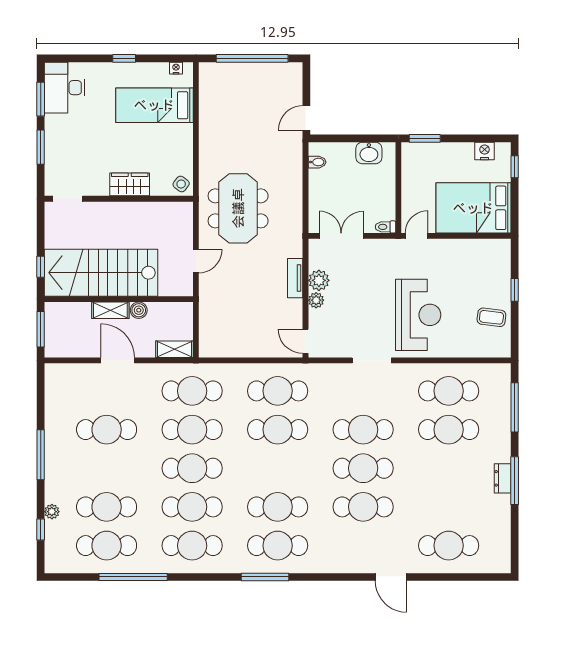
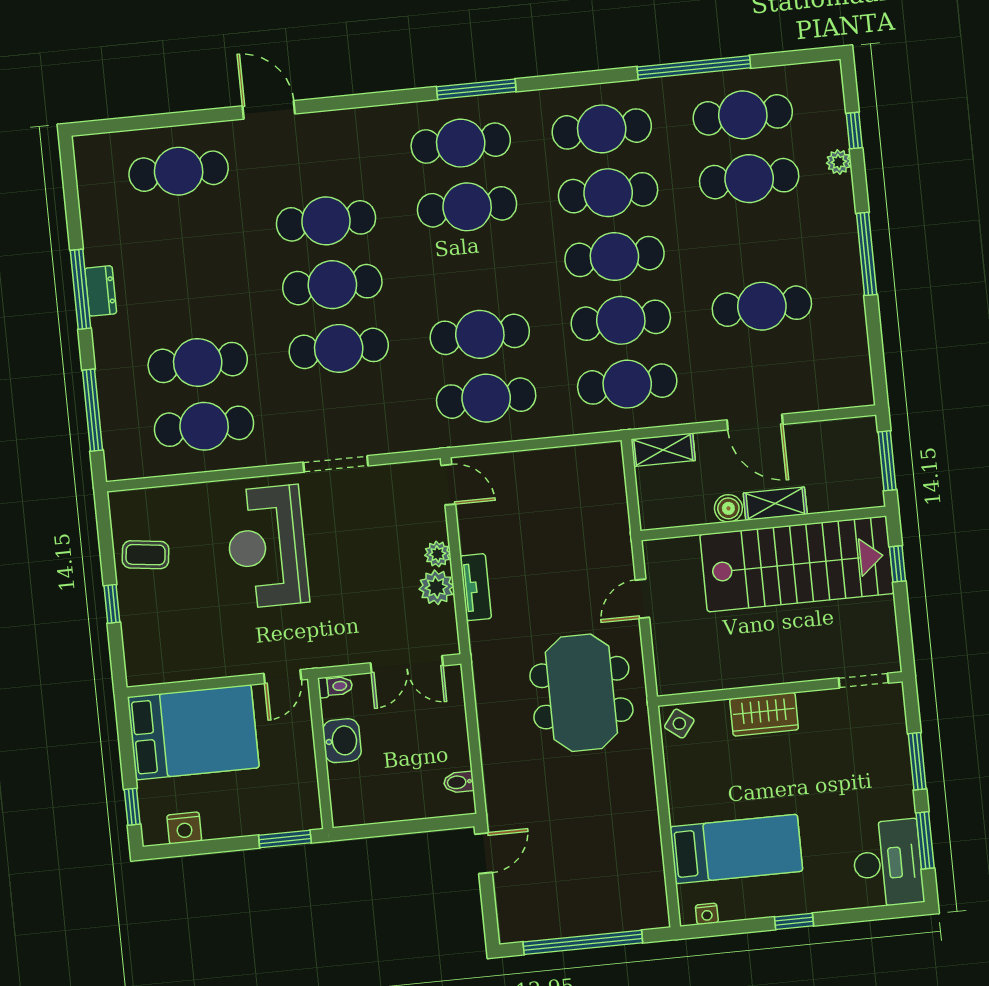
washbasin: (369, 153) -> (342, 741), moved, turned 90

